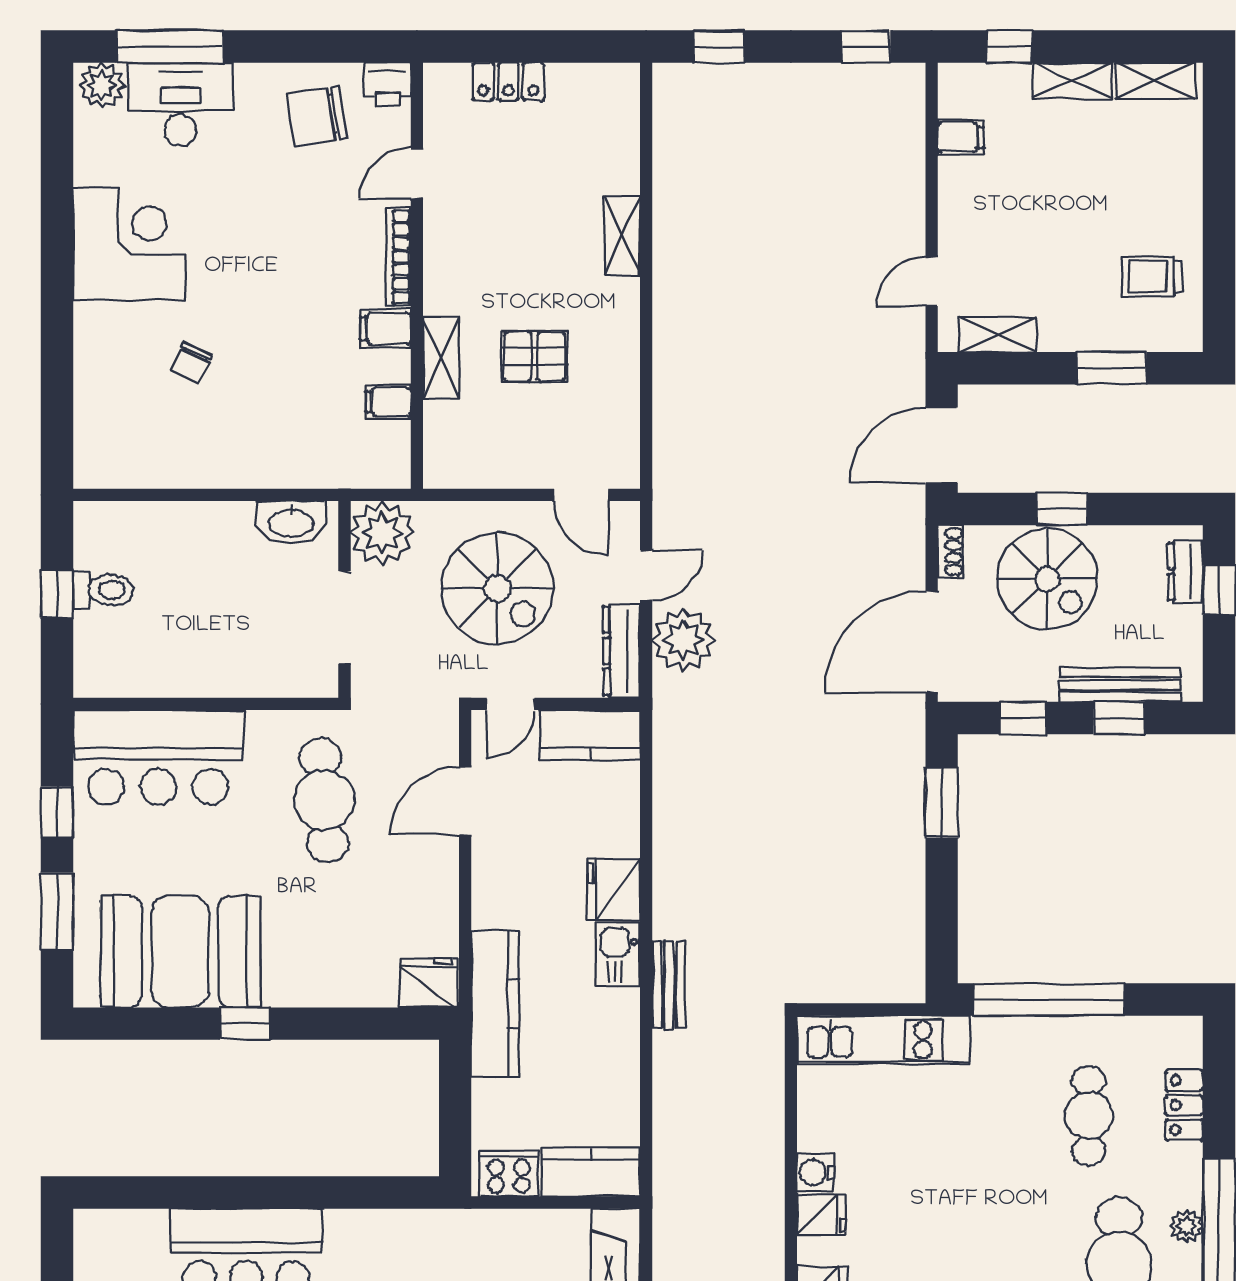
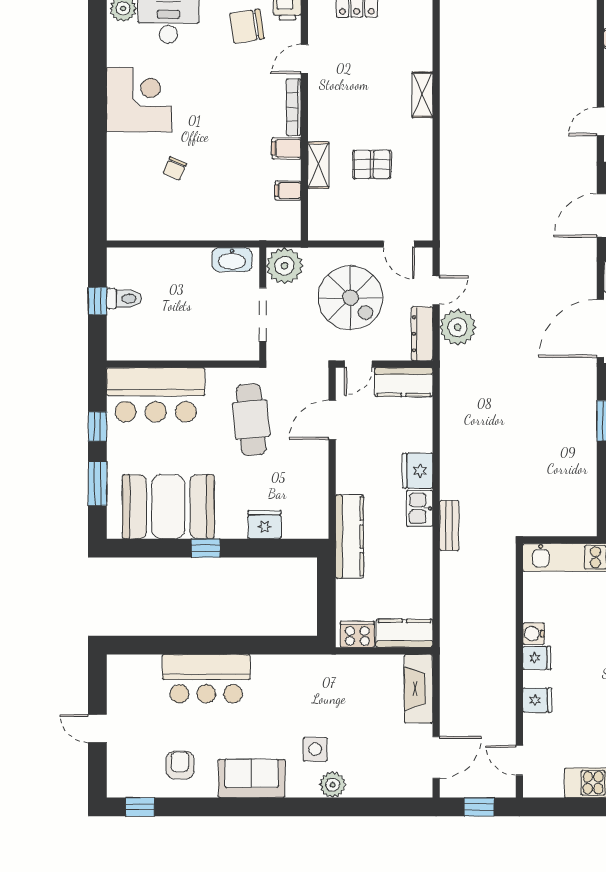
fridge: (428, 983) -> (265, 525), moved

